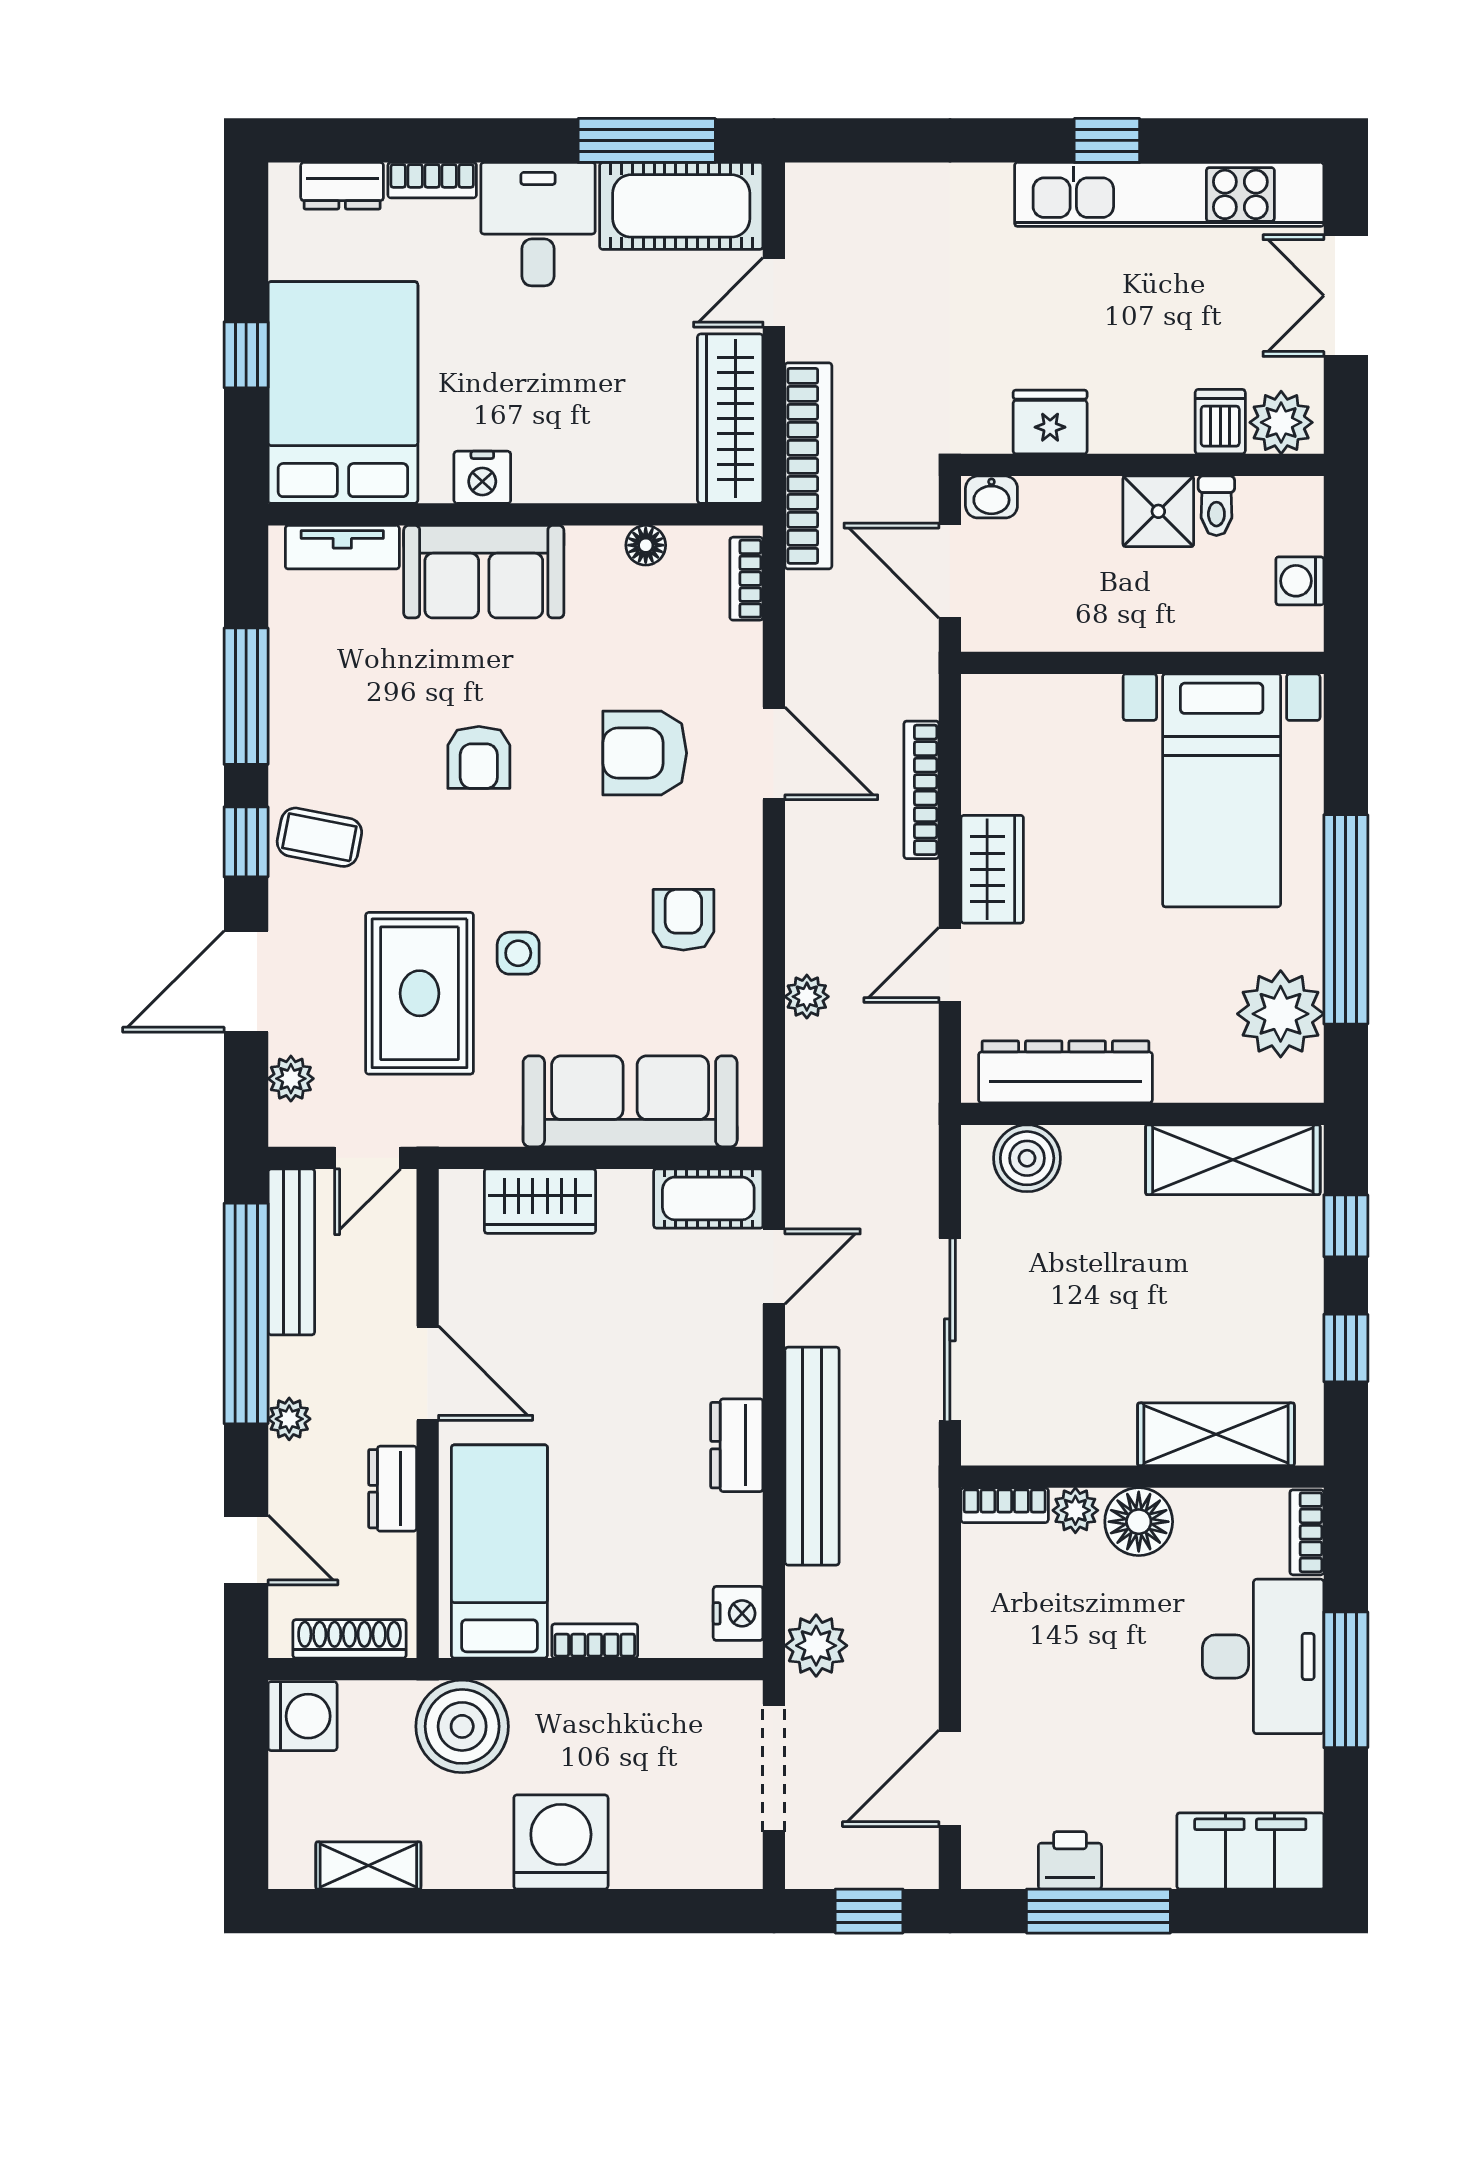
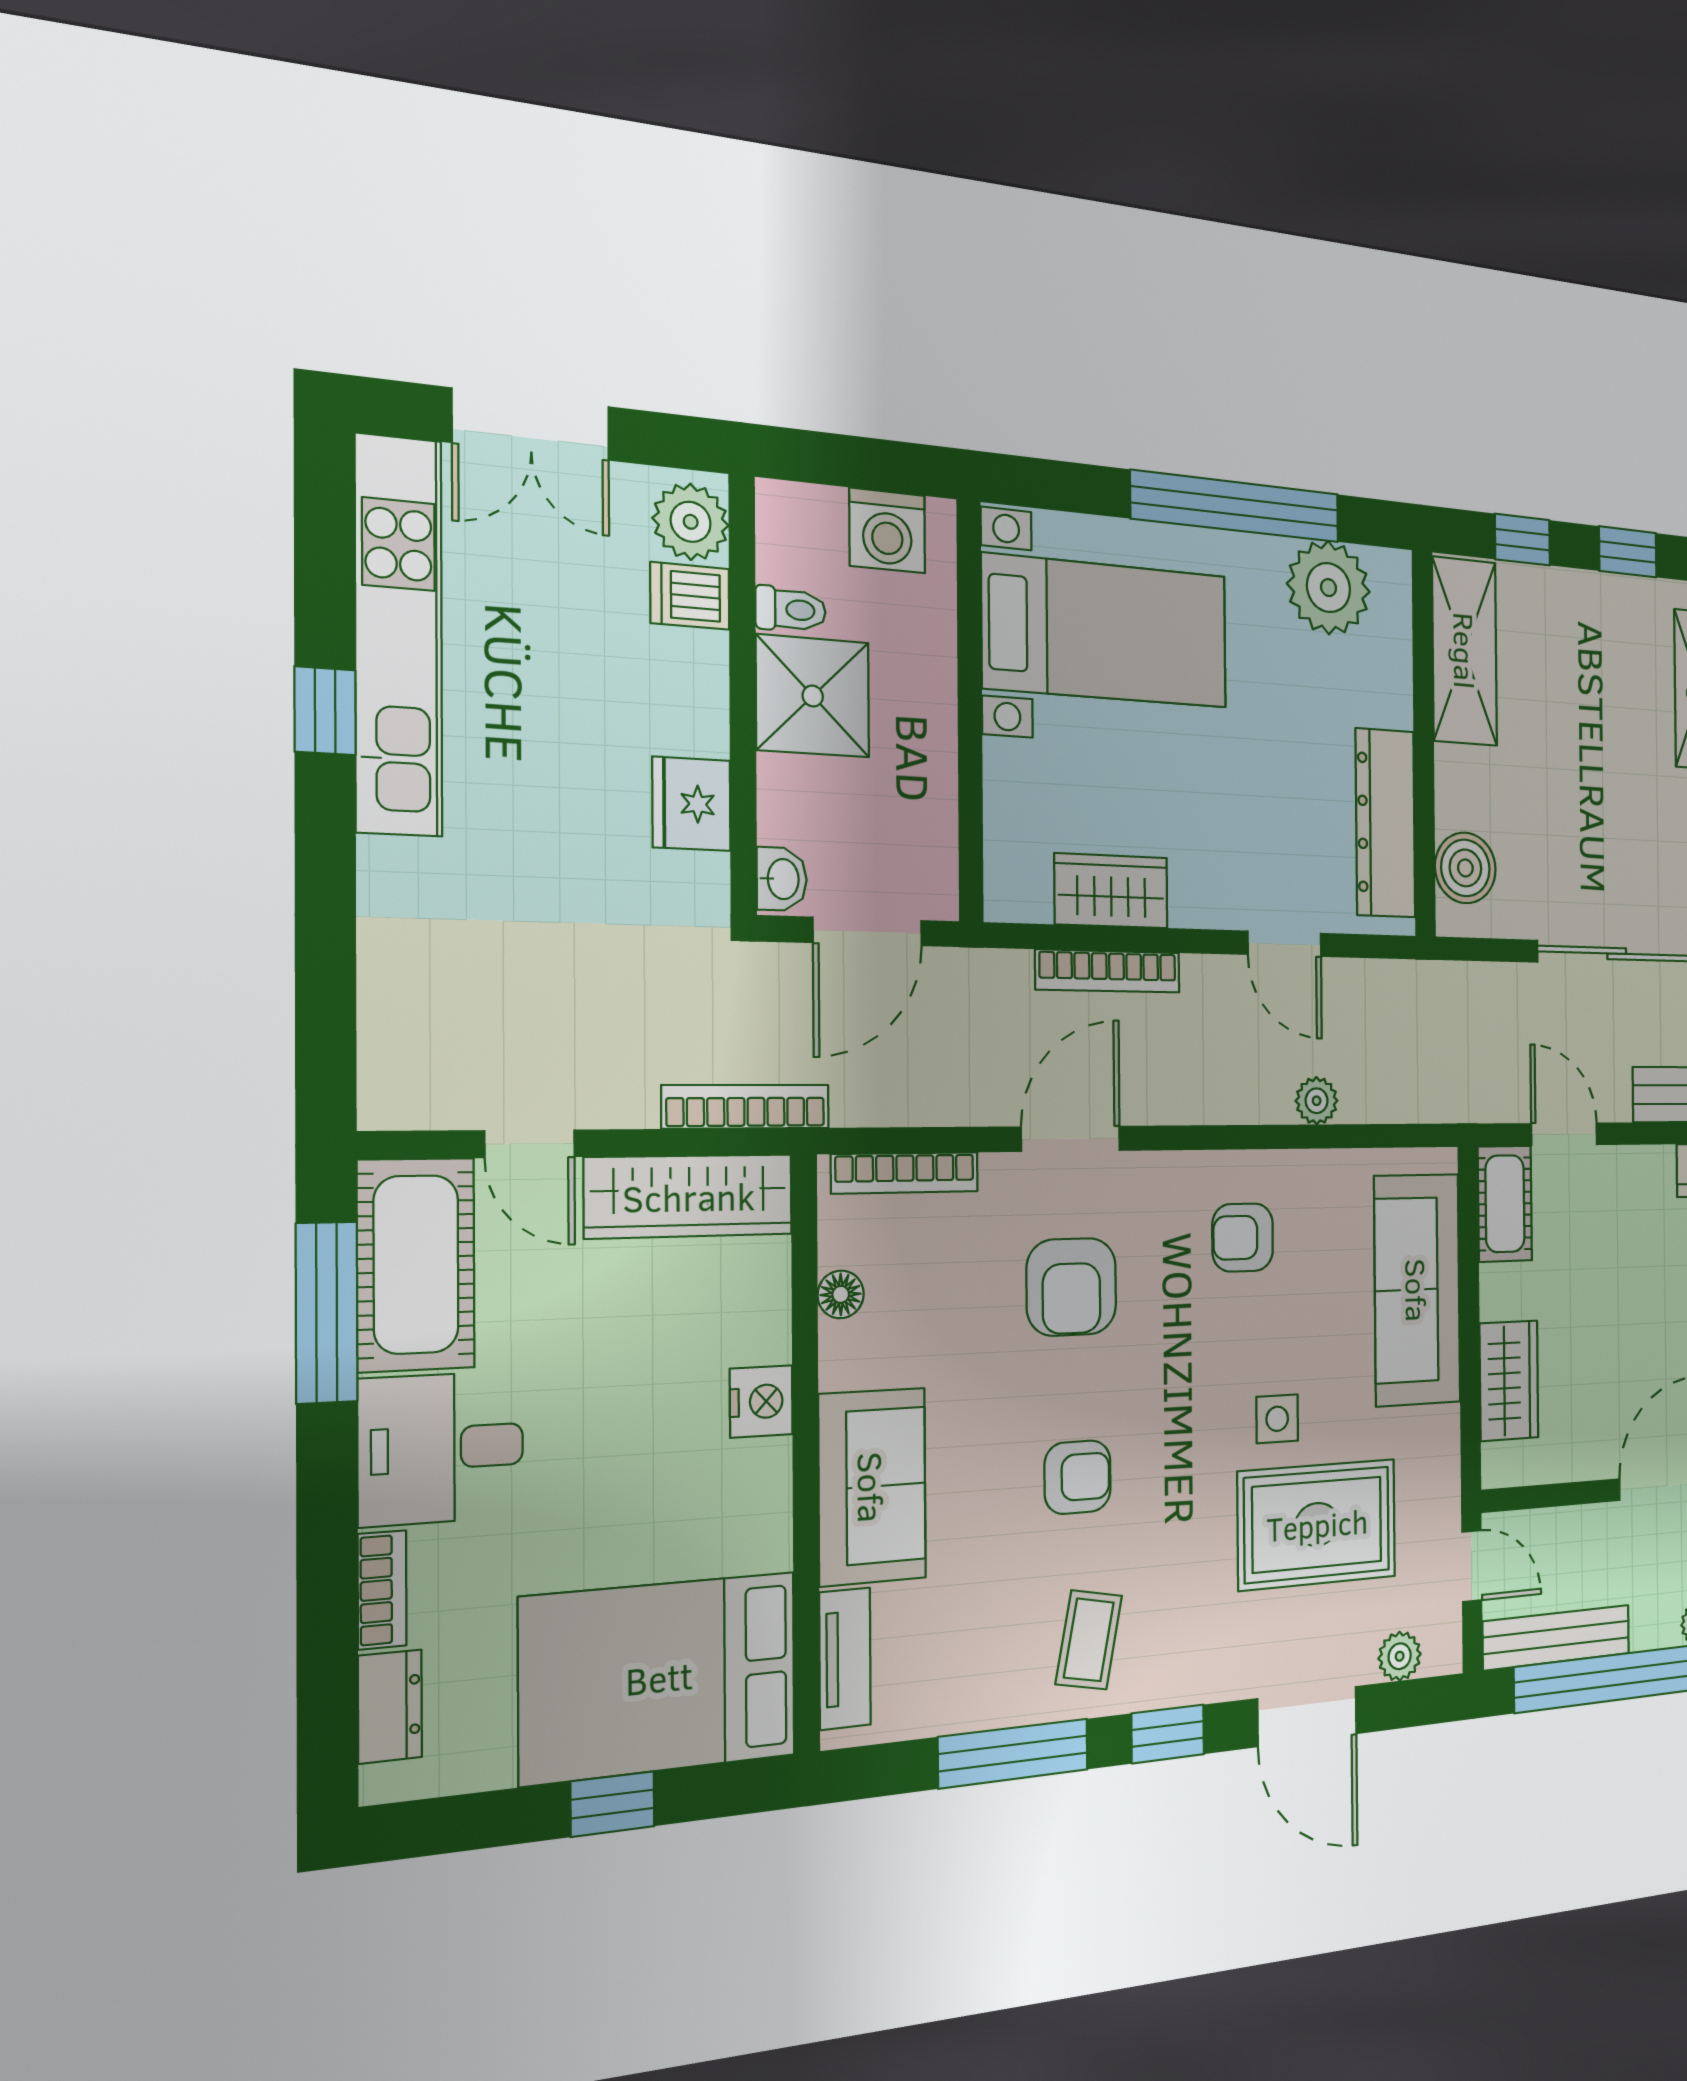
bookcase: (808, 466) -> (746, 1107), width x0.68, depth x0.76
nightstand: (482, 477) -> (761, 1401), moved
shower: (1158, 511) -> (813, 696), width x1.36, depth x1.36
bookcase: (746, 579) -> (905, 1173), width x1.56
washing machine: (1300, 581) -> (887, 531), width x1.38, depth x1.38
coffee table: (319, 837) -> (1089, 1640), moved
wardrobe: (992, 869) -> (1111, 891), moved

